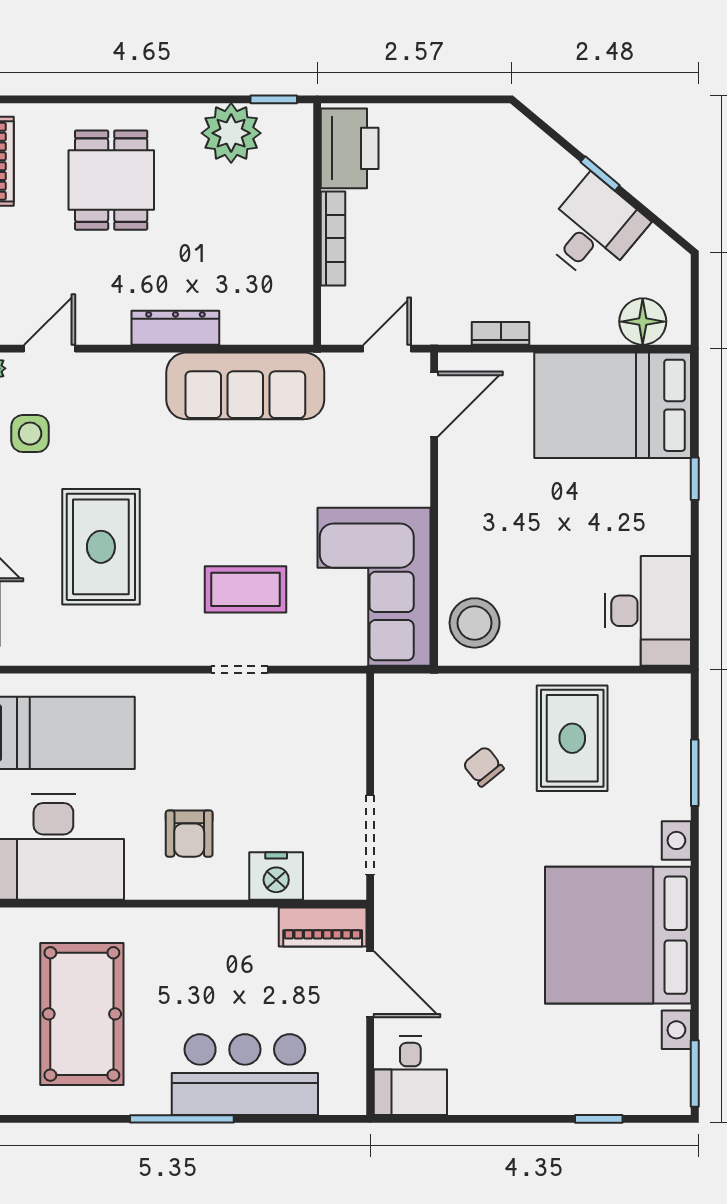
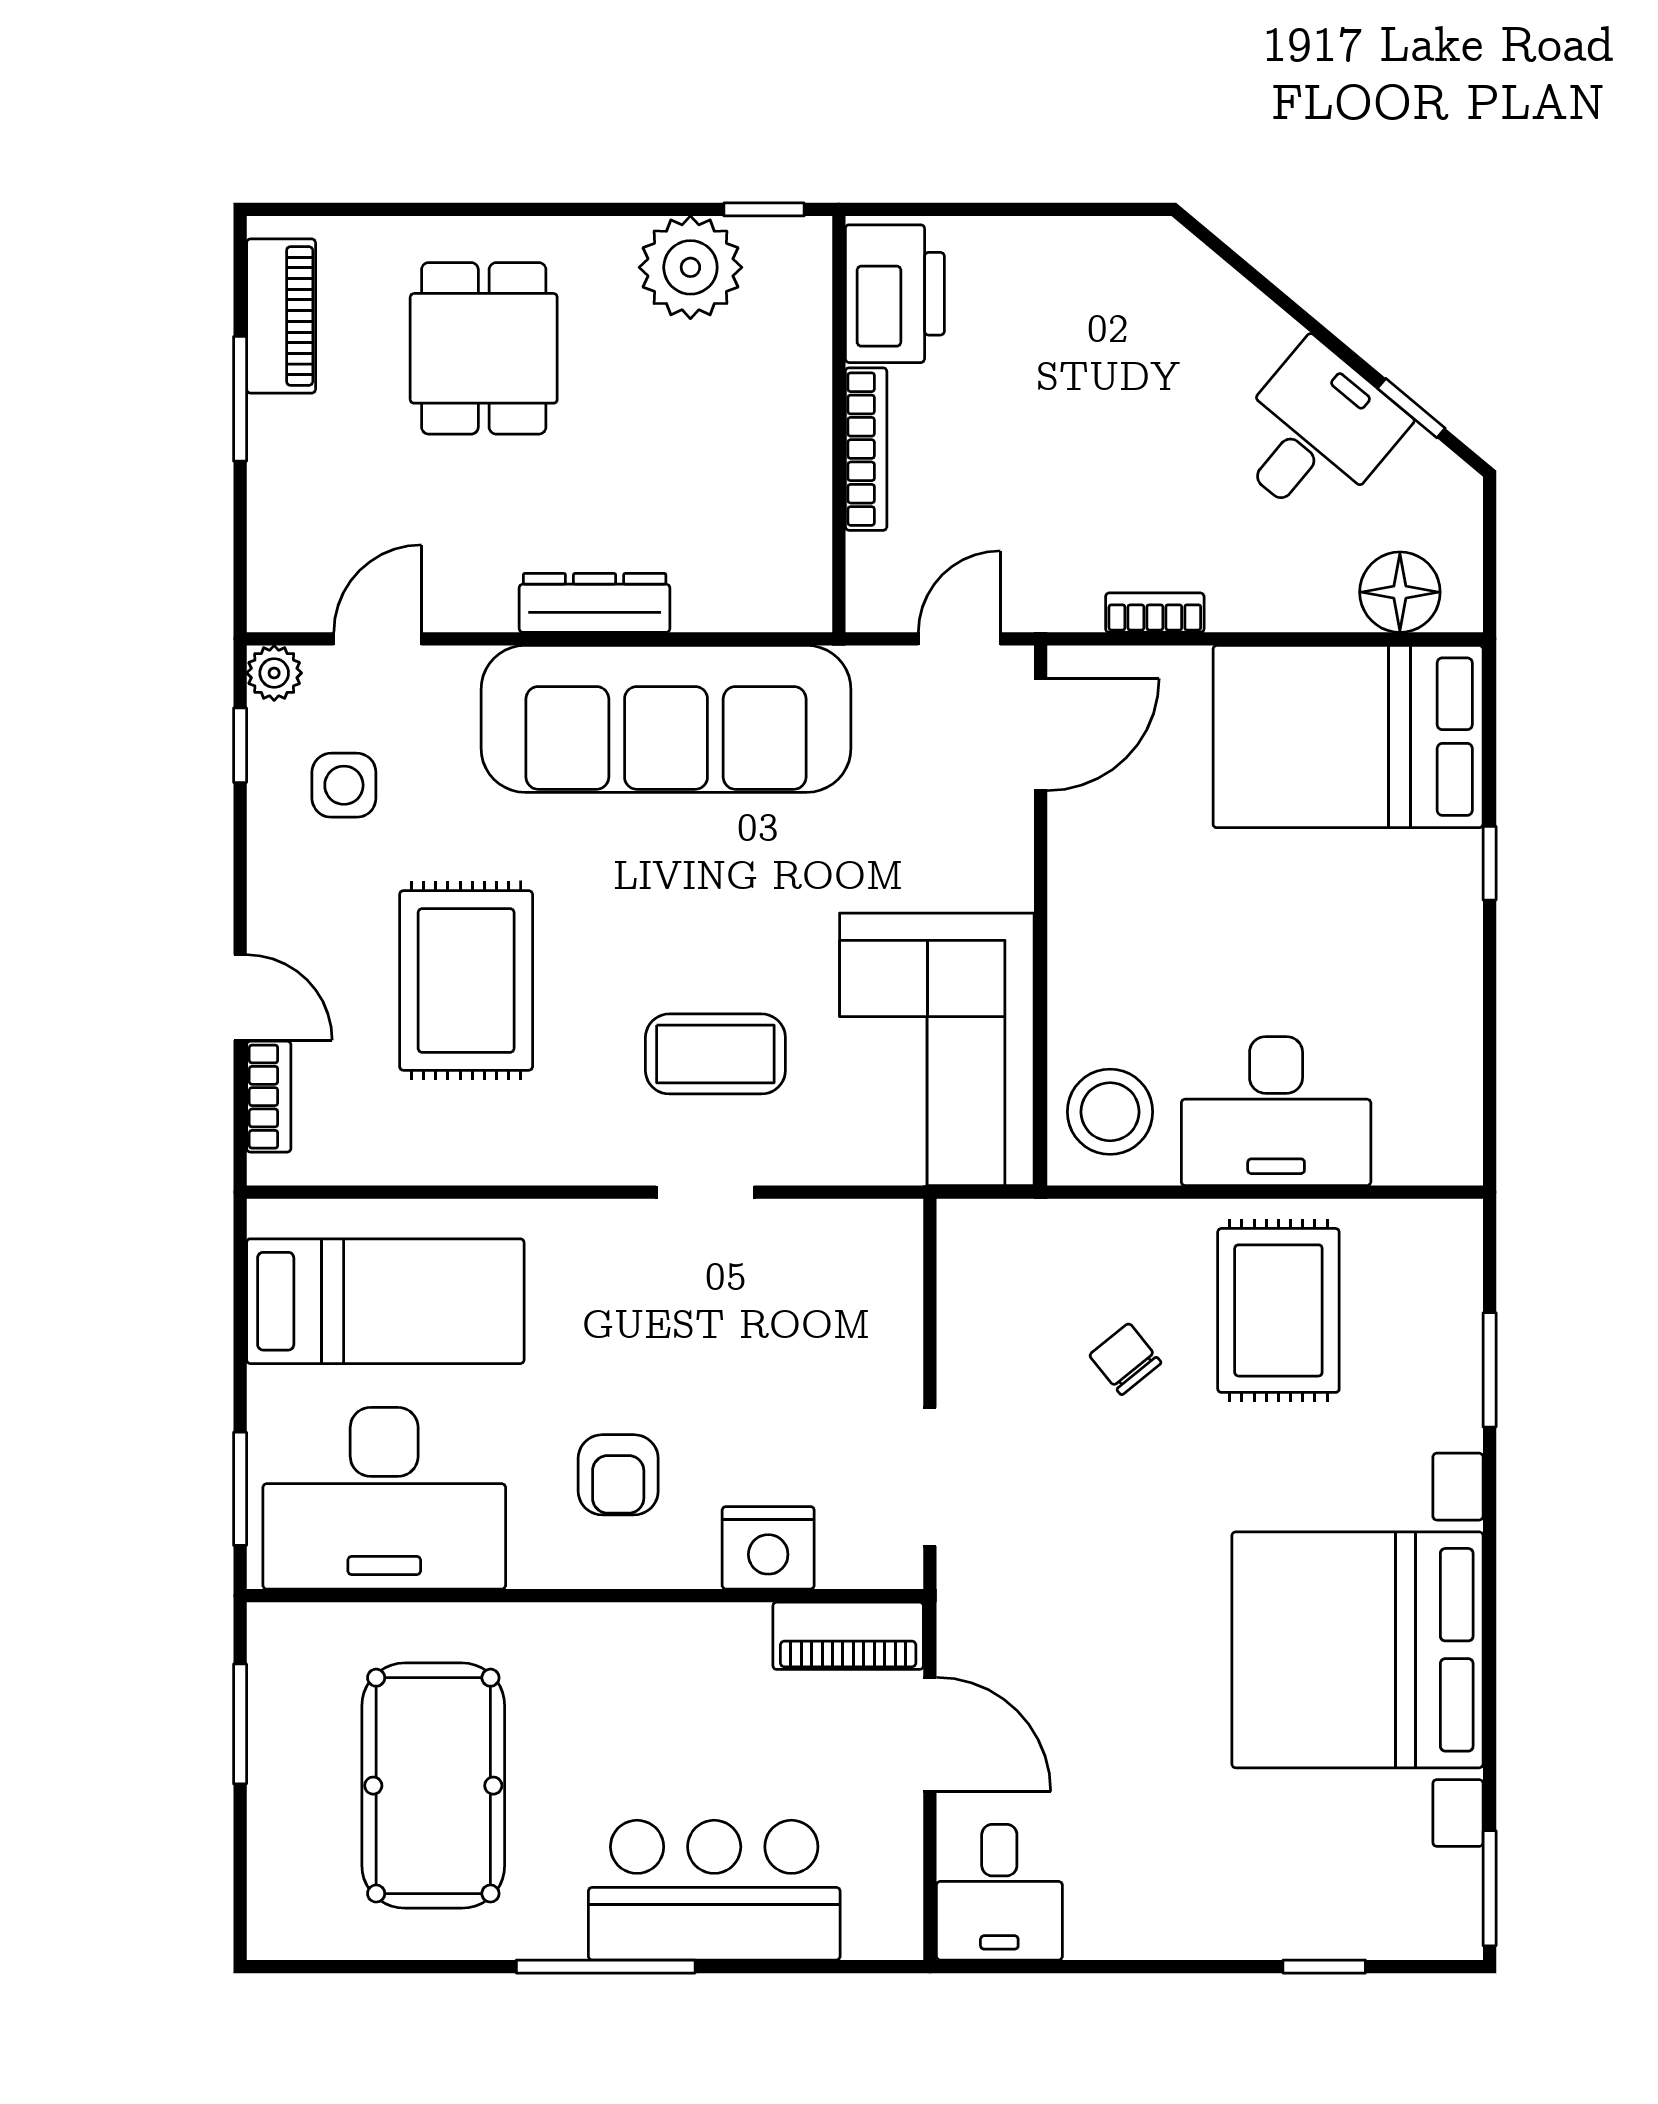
window: (600, 174) -> (1411, 408), moved
sofa: (245, 386) -> (666, 719), width x1.36, depth x1.27
desk: (648, 611) -> (1276, 1111), moved, turned 90

